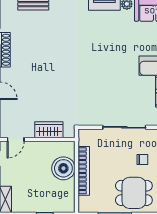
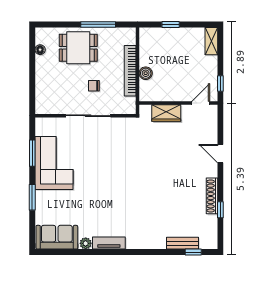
chair: (142, 159) -> (94, 86), moved
boiler: (63, 168) -> (146, 73), width x0.54, depth x0.54

